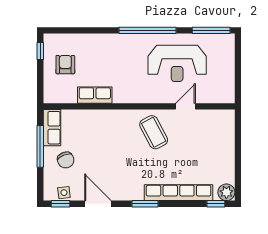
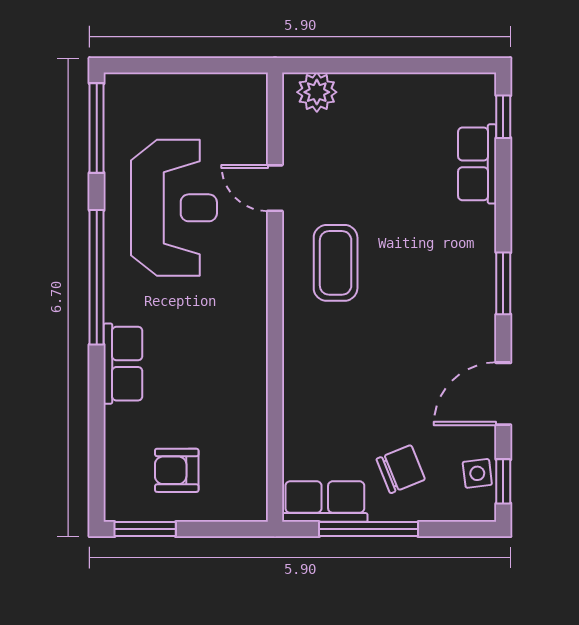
window: (40, 51) -> (145, 529), width x1.50
row of seats: (95, 95) -> (123, 364), moved, turned 180
coffee table: (154, 132) -> (336, 263), turned -62
plant: (226, 192) -> (317, 92), moved
row of seats: (179, 193) -> (477, 164), width x0.50

